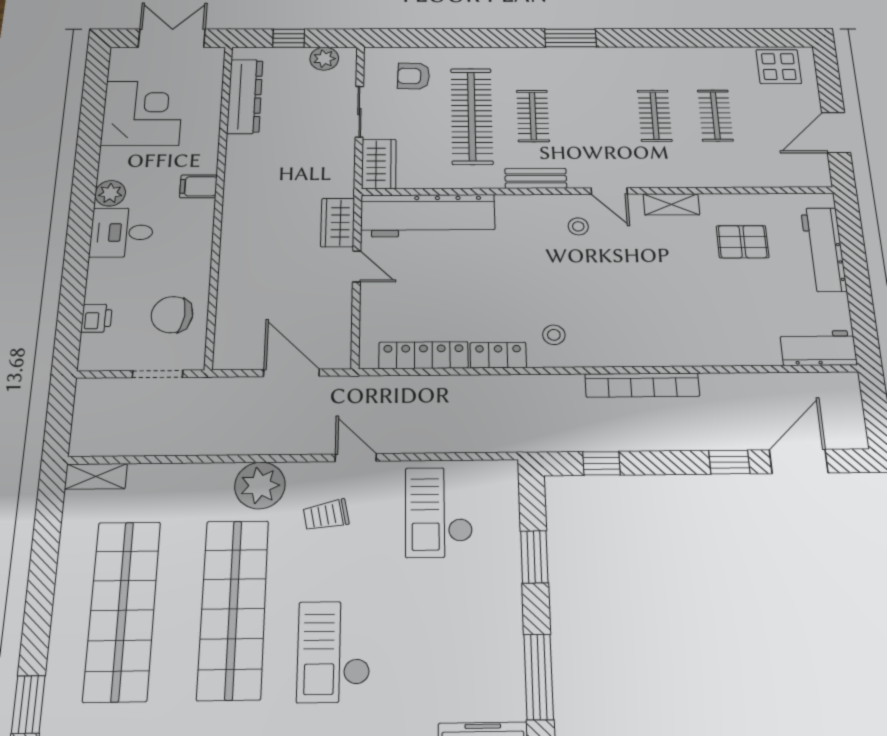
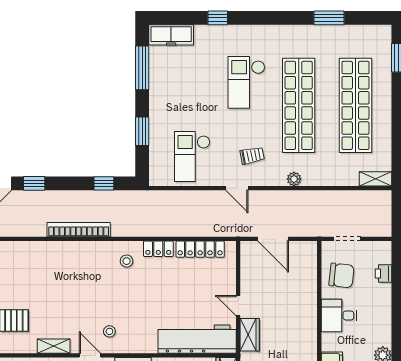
desk: (122, 232) -> (339, 315), moved, turned 180
plant: (260, 485) -> (294, 179), width x0.53, depth x0.53
checkout: (439, 512) -> (192, 157), turned 180
checkout: (334, 652) -> (246, 82), turned 180

